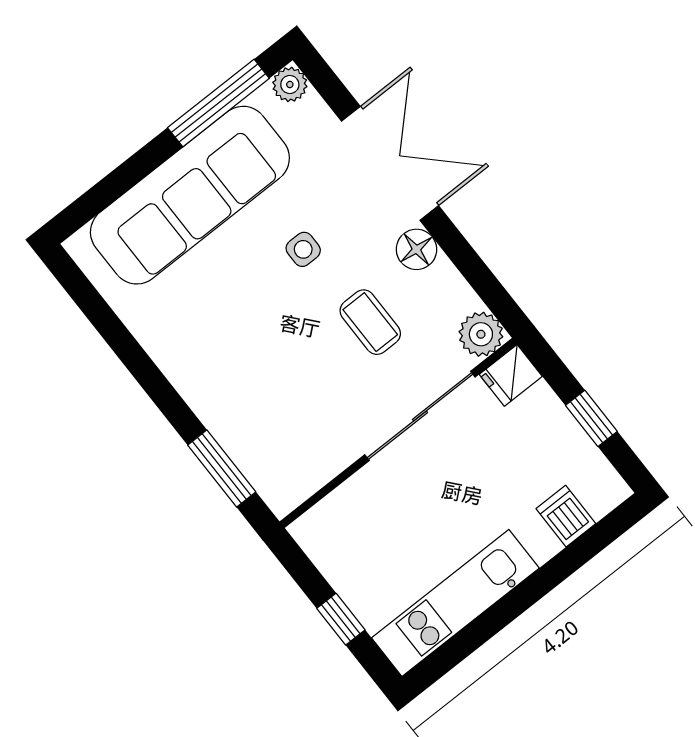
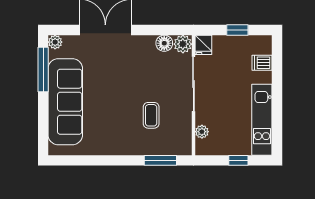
side table: (303, 249) -> (111, 79), removed
floor lamp: (416, 249) -> (164, 43), moved
coffee table: (370, 322) -> (151, 115), moved, turned 90
plant: (341, 505) -> (202, 132), added

